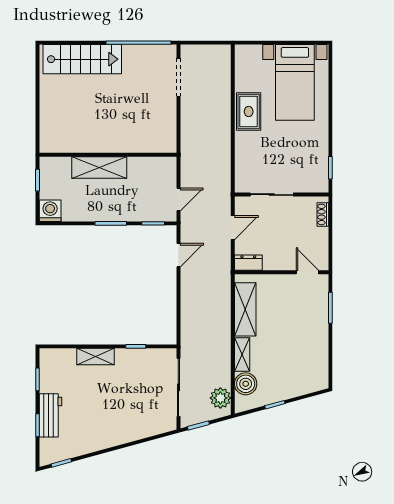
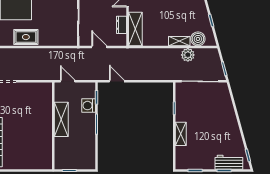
shelving: (99, 167) -> (61, 119), moved
door: (178, 200) -> (68, 81), moved
washing machine: (50, 211) -> (89, 106), moved
dresser: (248, 263) -> (121, 25), moved
shelving: (245, 309) -> (135, 29), moved, turned 90
plant: (220, 398) -> (188, 55), moved
workbench: (51, 415) -> (229, 162), moved

